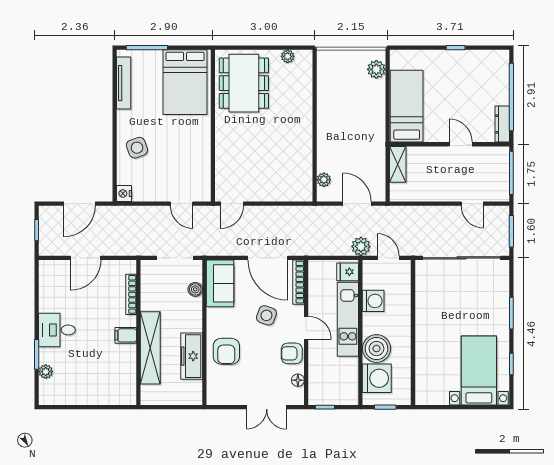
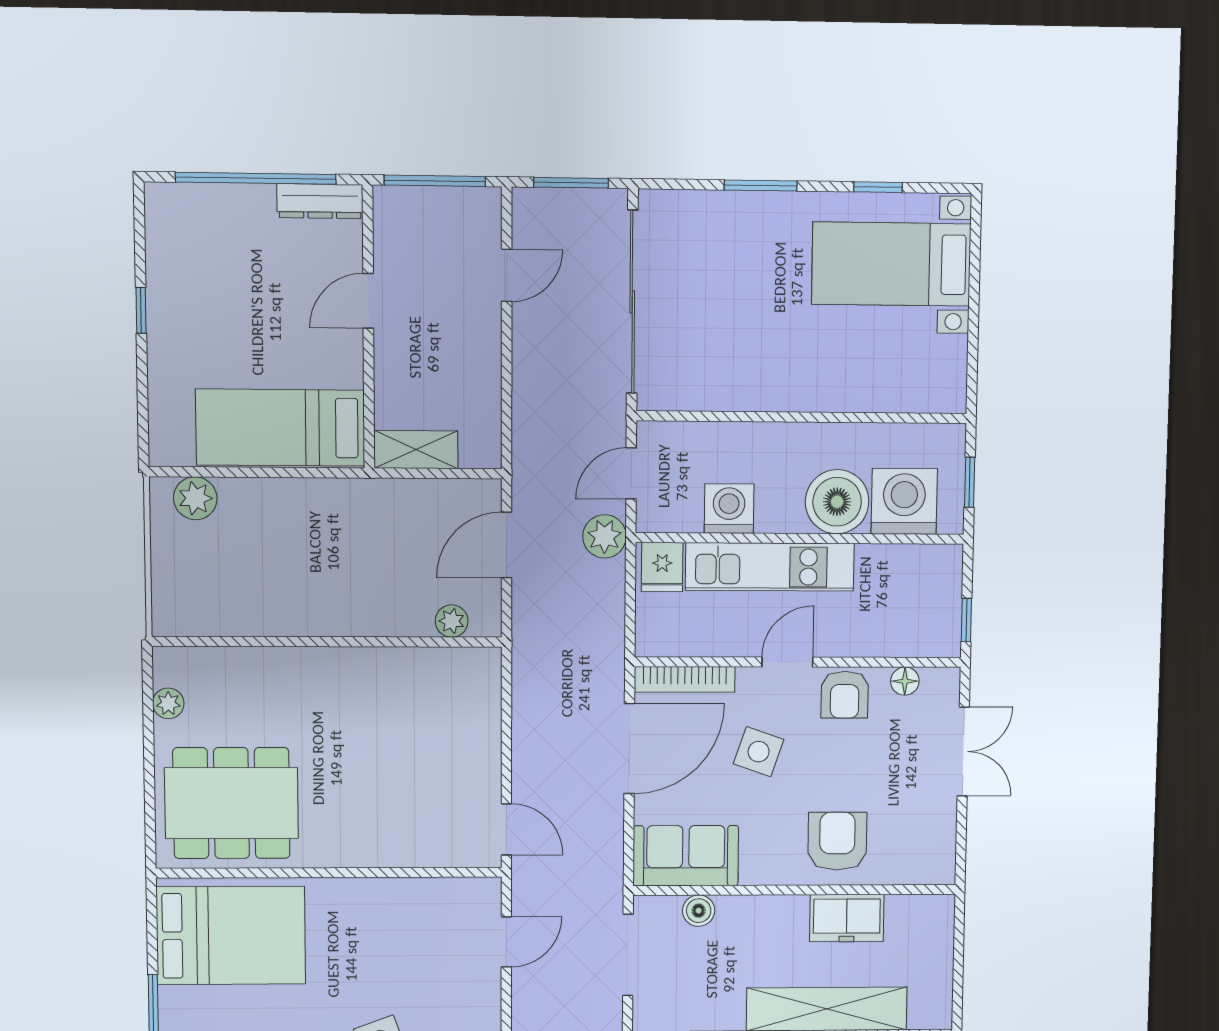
armchair: (226, 351) -> (837, 841), turned -90
freezer: (192, 356) -> (847, 918), width x0.71

